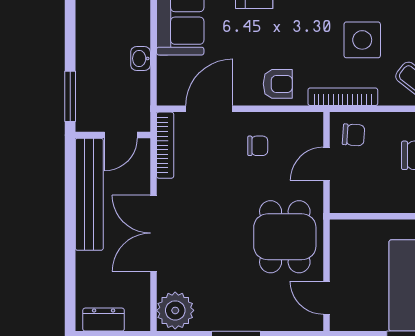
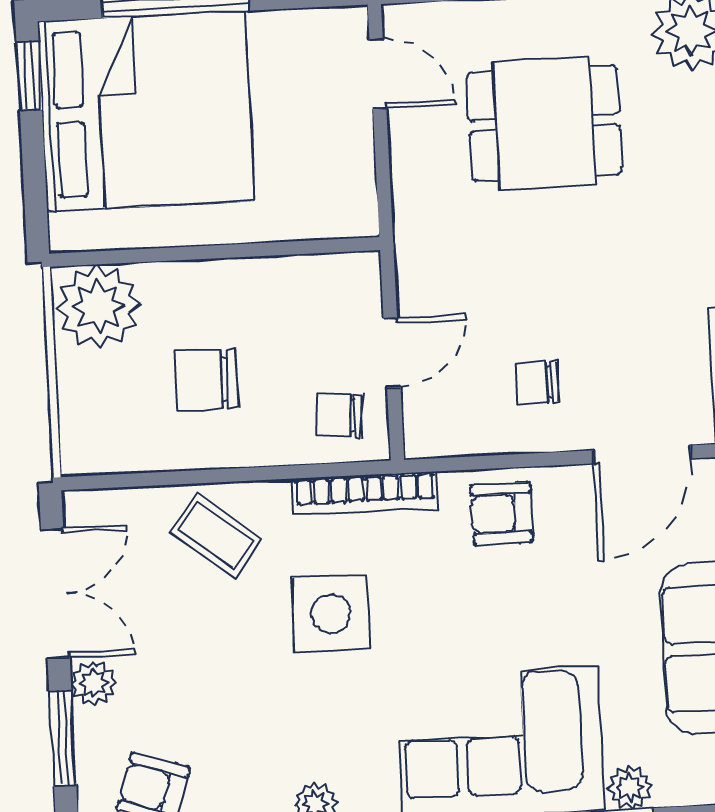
dining table: (285, 237) -> (544, 123), moved, turned 90

